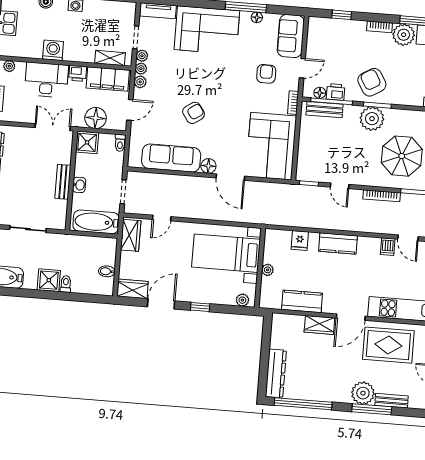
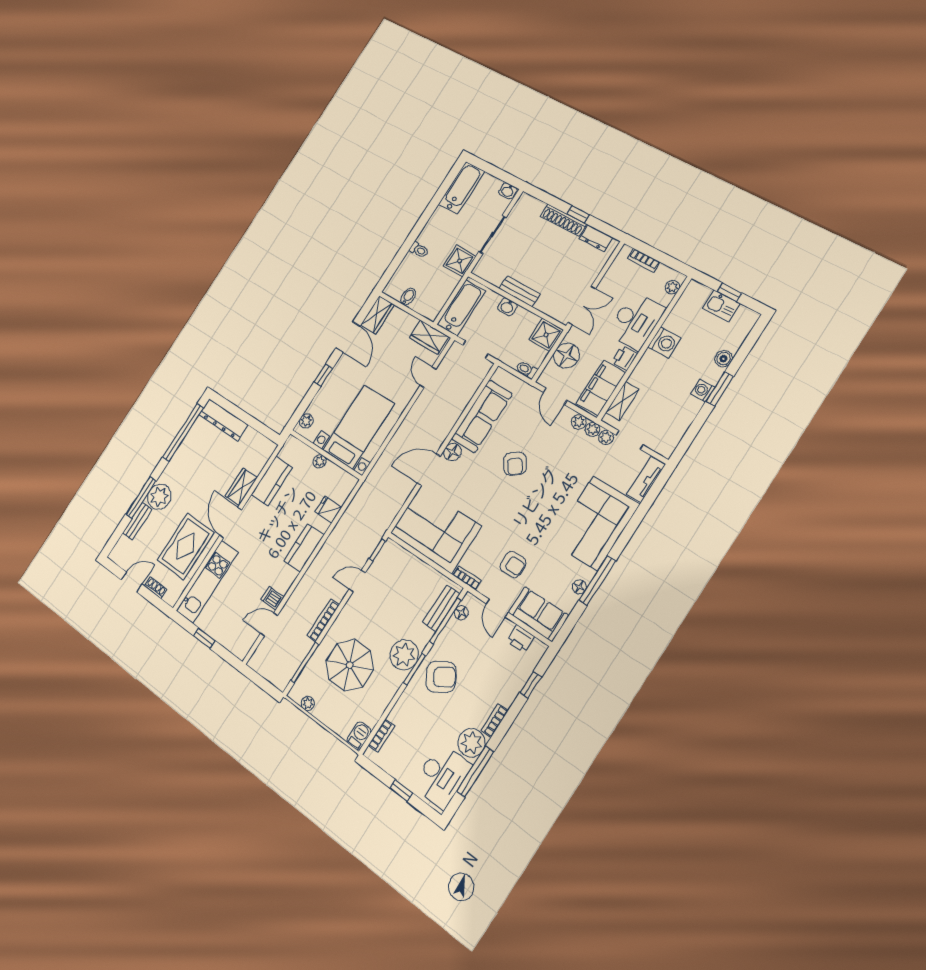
printer: (336, 92) -> (520, 639), moved, turned 90
shower: (49, 280) -> (460, 261), moved

